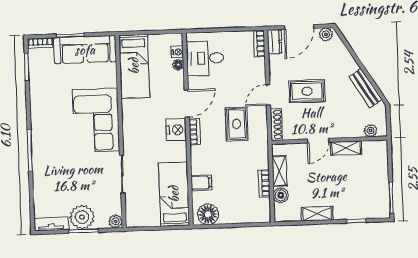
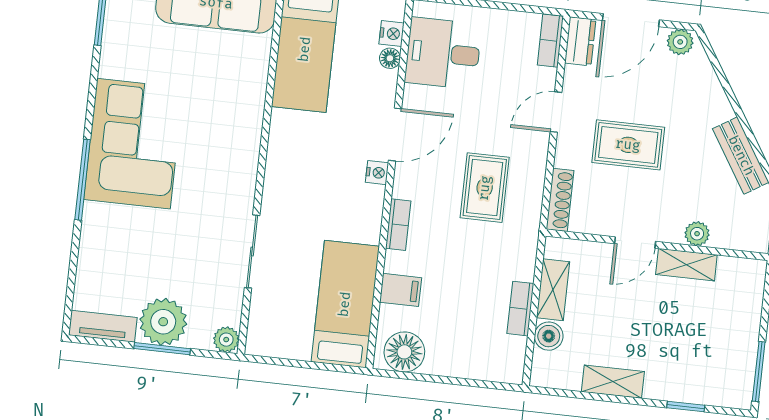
door: (268, 95) -> (556, 112), moved
corner sofa: (96, 120) -> (134, 144), moved, turned 180
nightstand: (176, 130) -> (377, 173), width x0.53, depth x0.56
plant: (371, 131) -> (697, 234), moved
bookcase: (194, 132) -> (398, 225), moved

